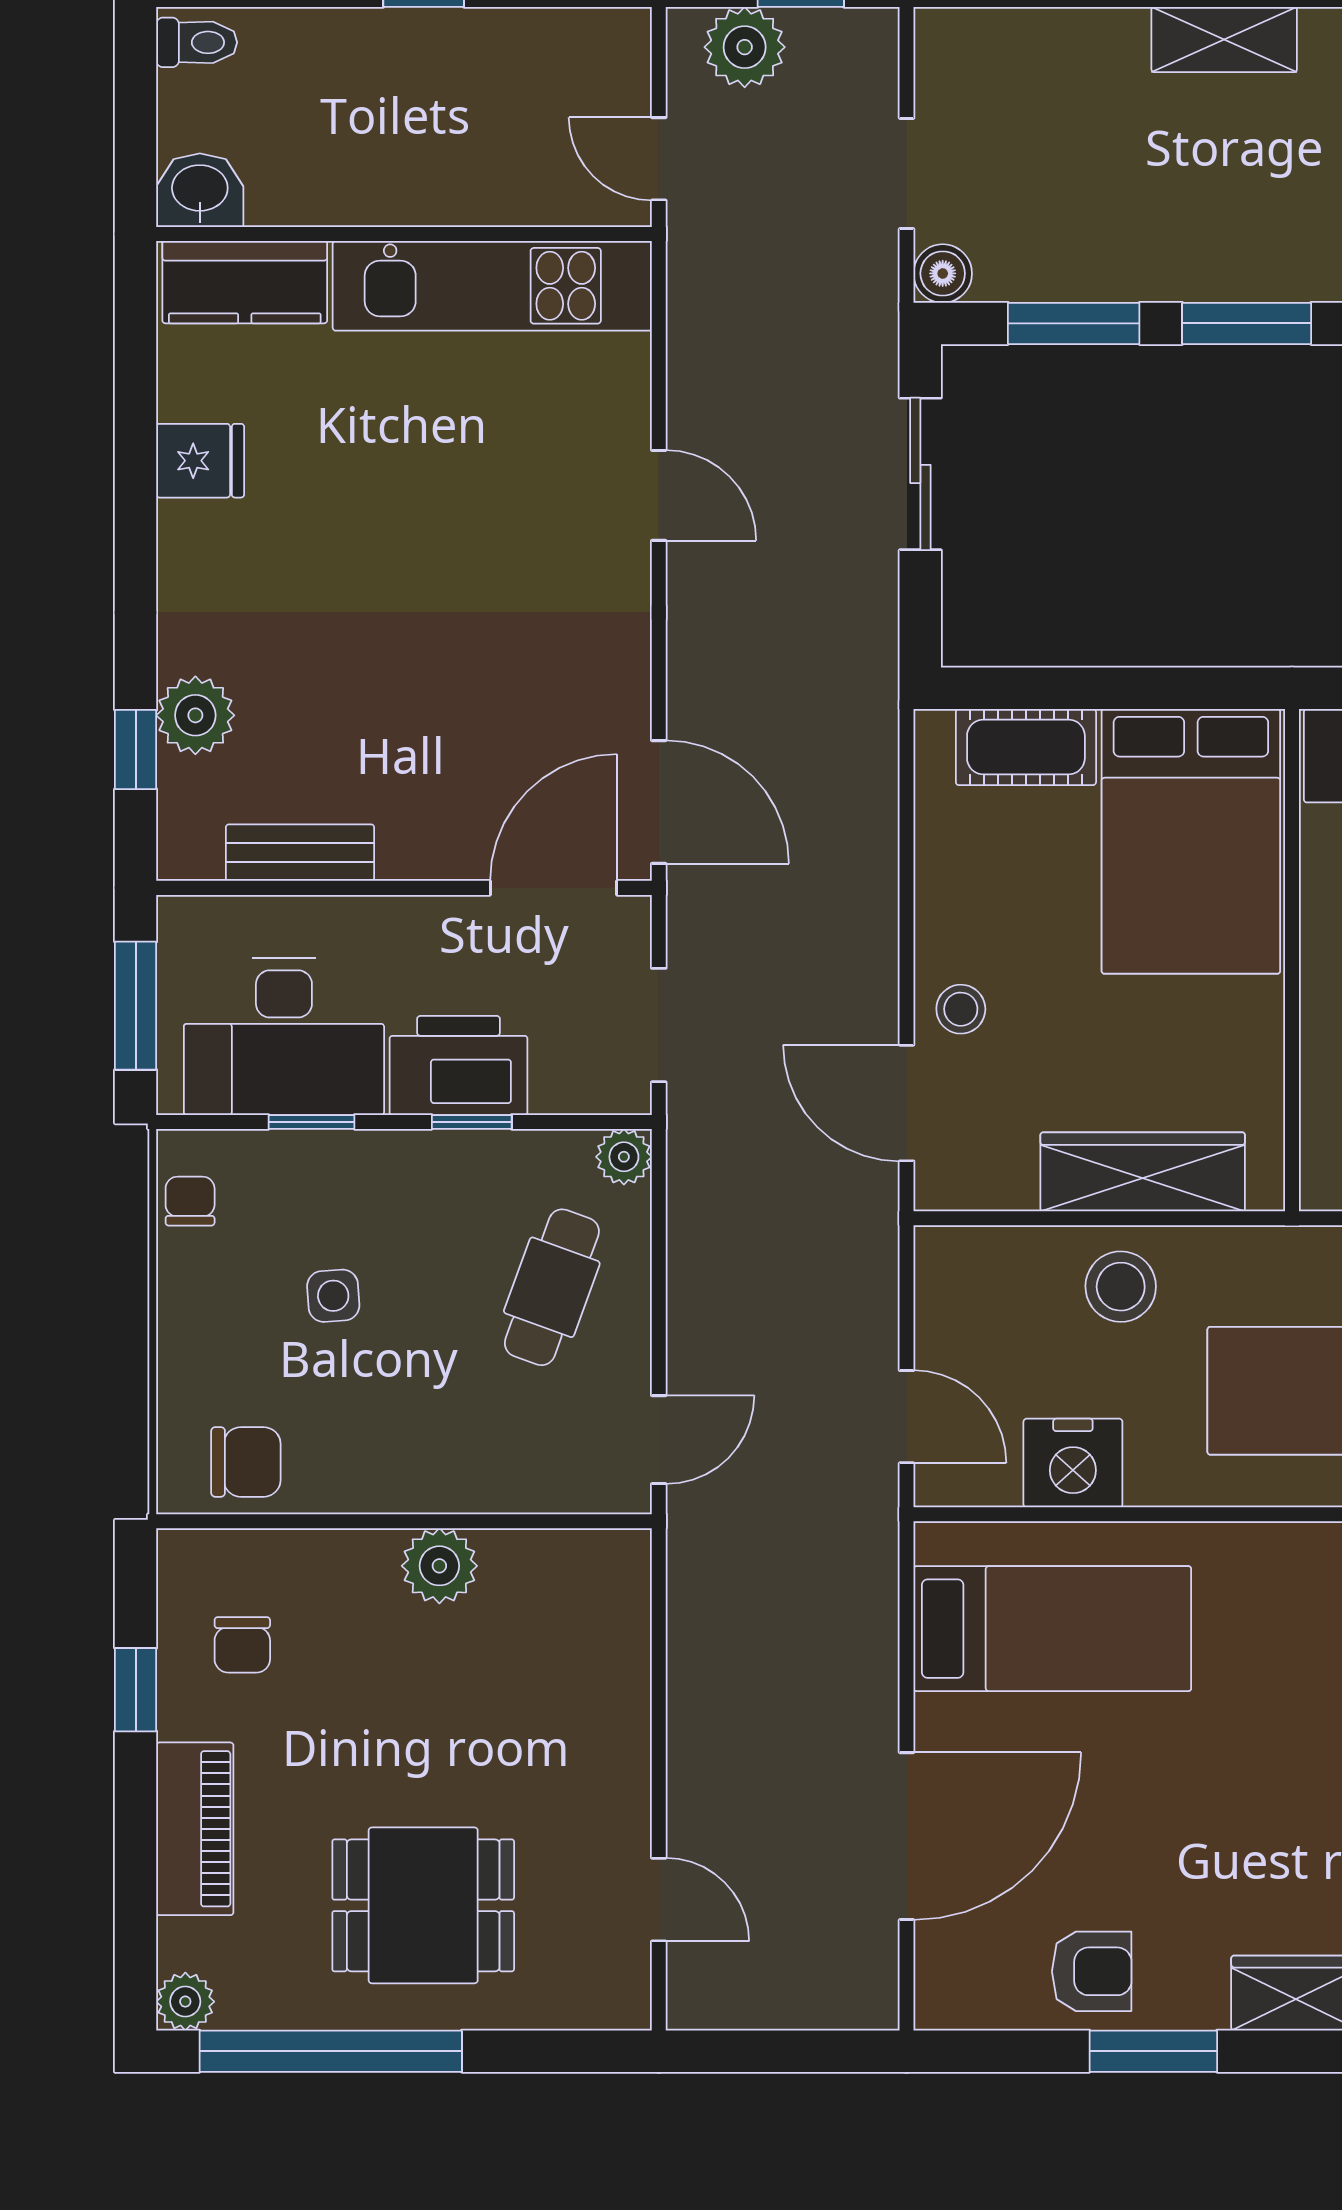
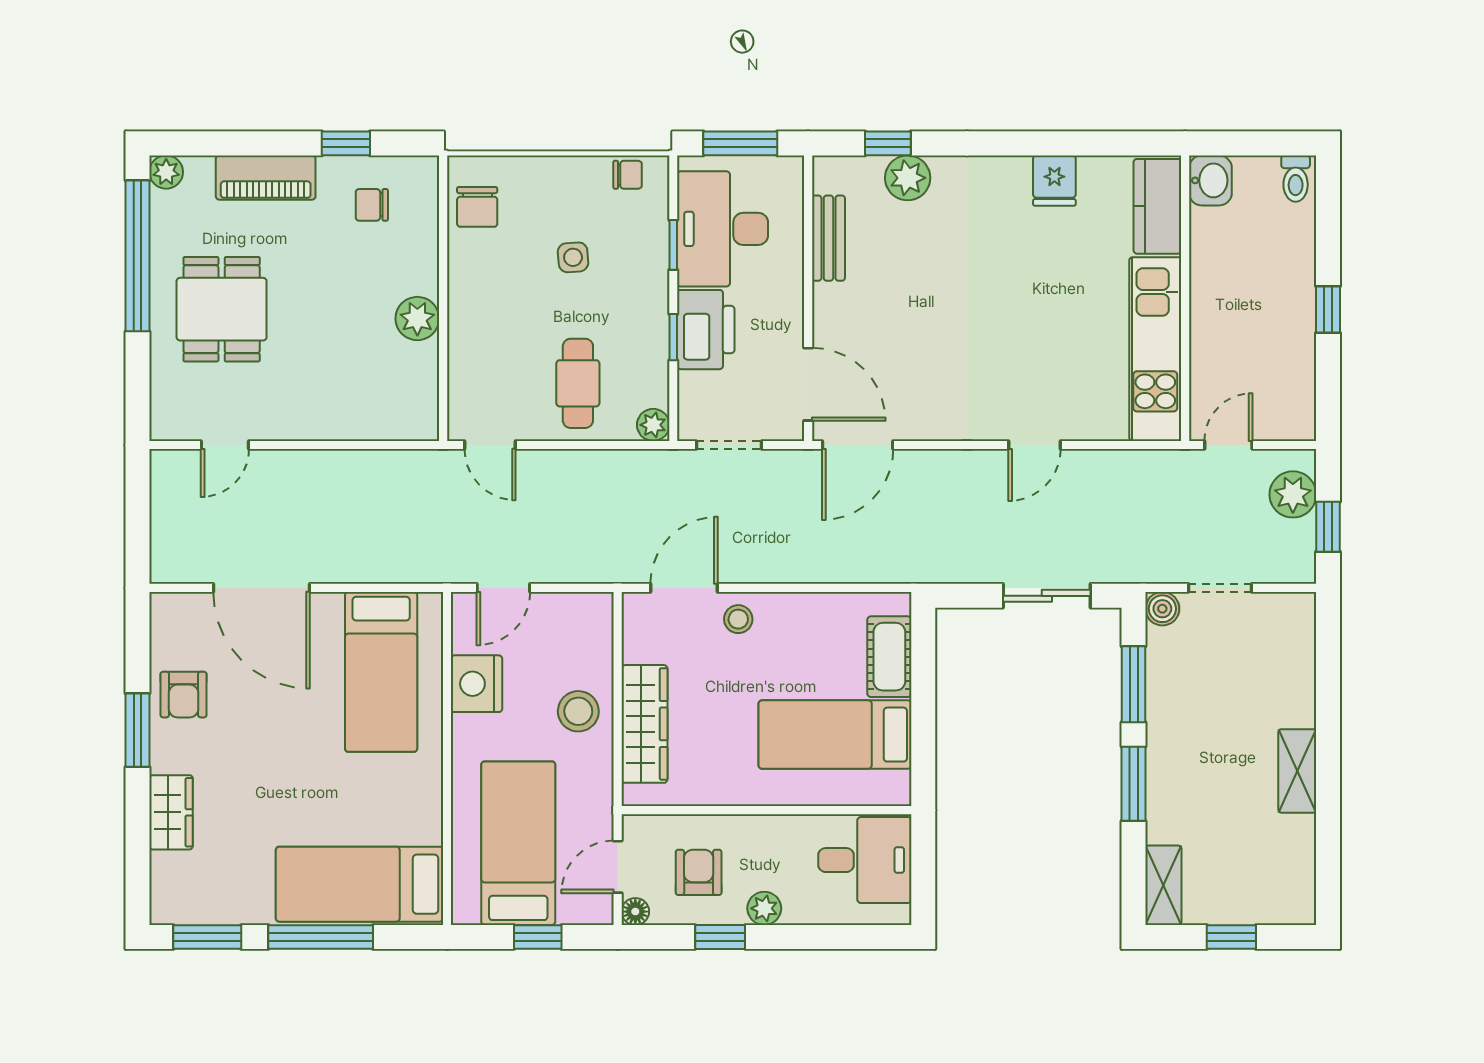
bed: (1191, 841) -> (835, 735), width x0.67
cafe table: (552, 1287) -> (578, 383), turned 70

